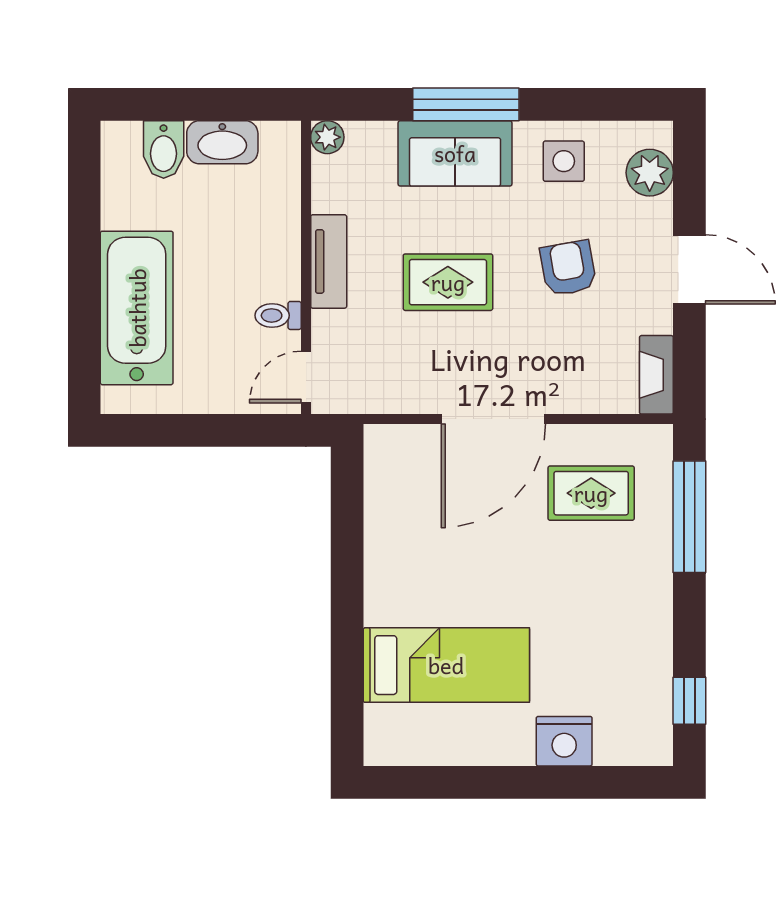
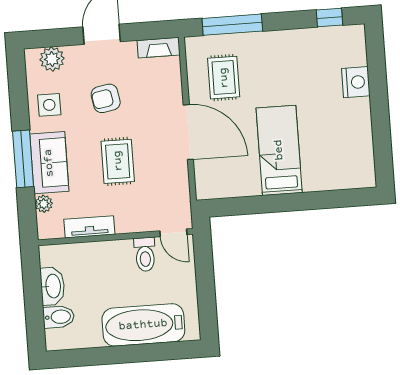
plant: (327, 137) -> (44, 204), moved
tv unit: (329, 261) -> (89, 227), moved
toilet: (278, 315) -> (145, 254), width x1.37, depth x1.39
bed: (446, 665) -> (279, 150), moved

